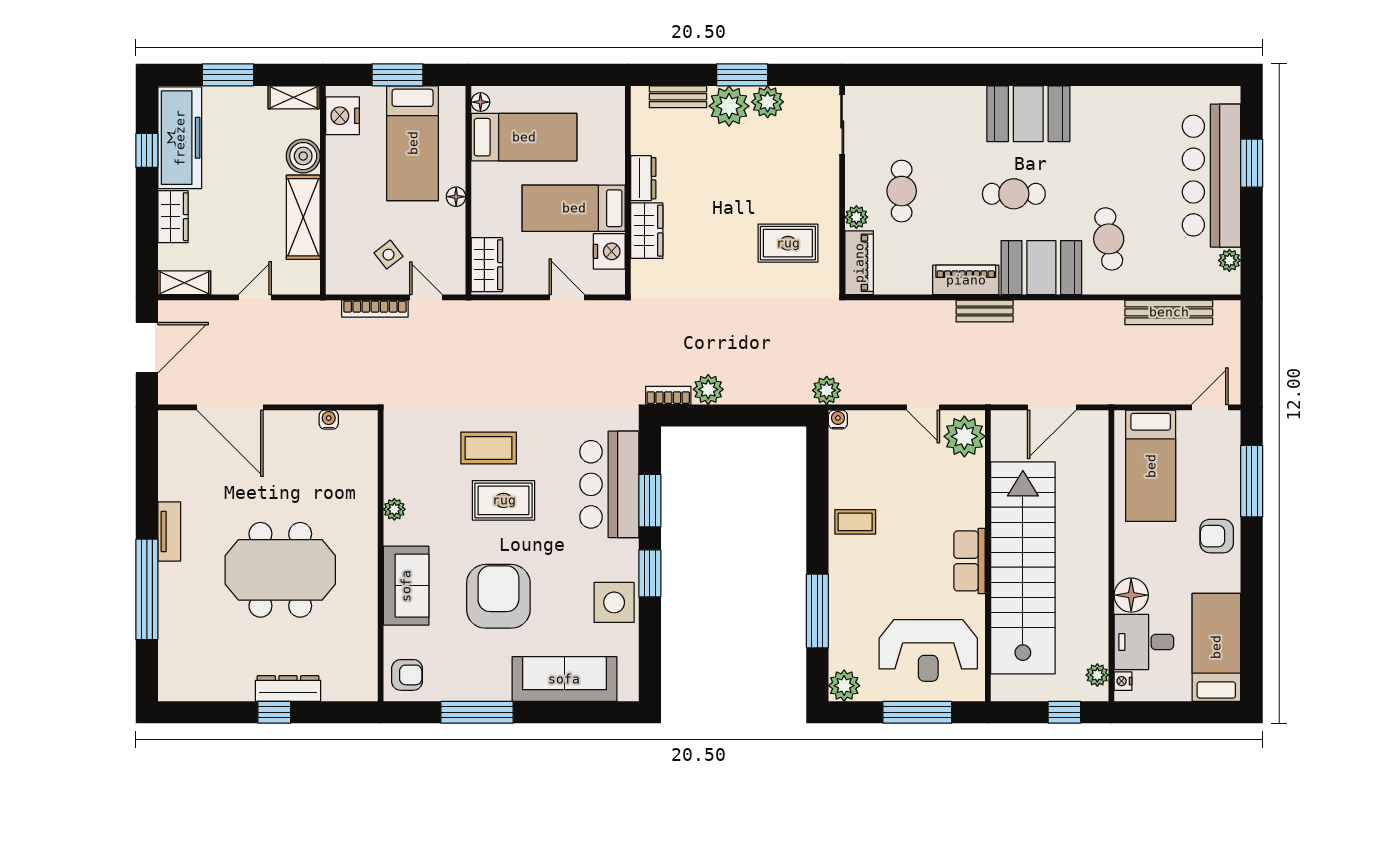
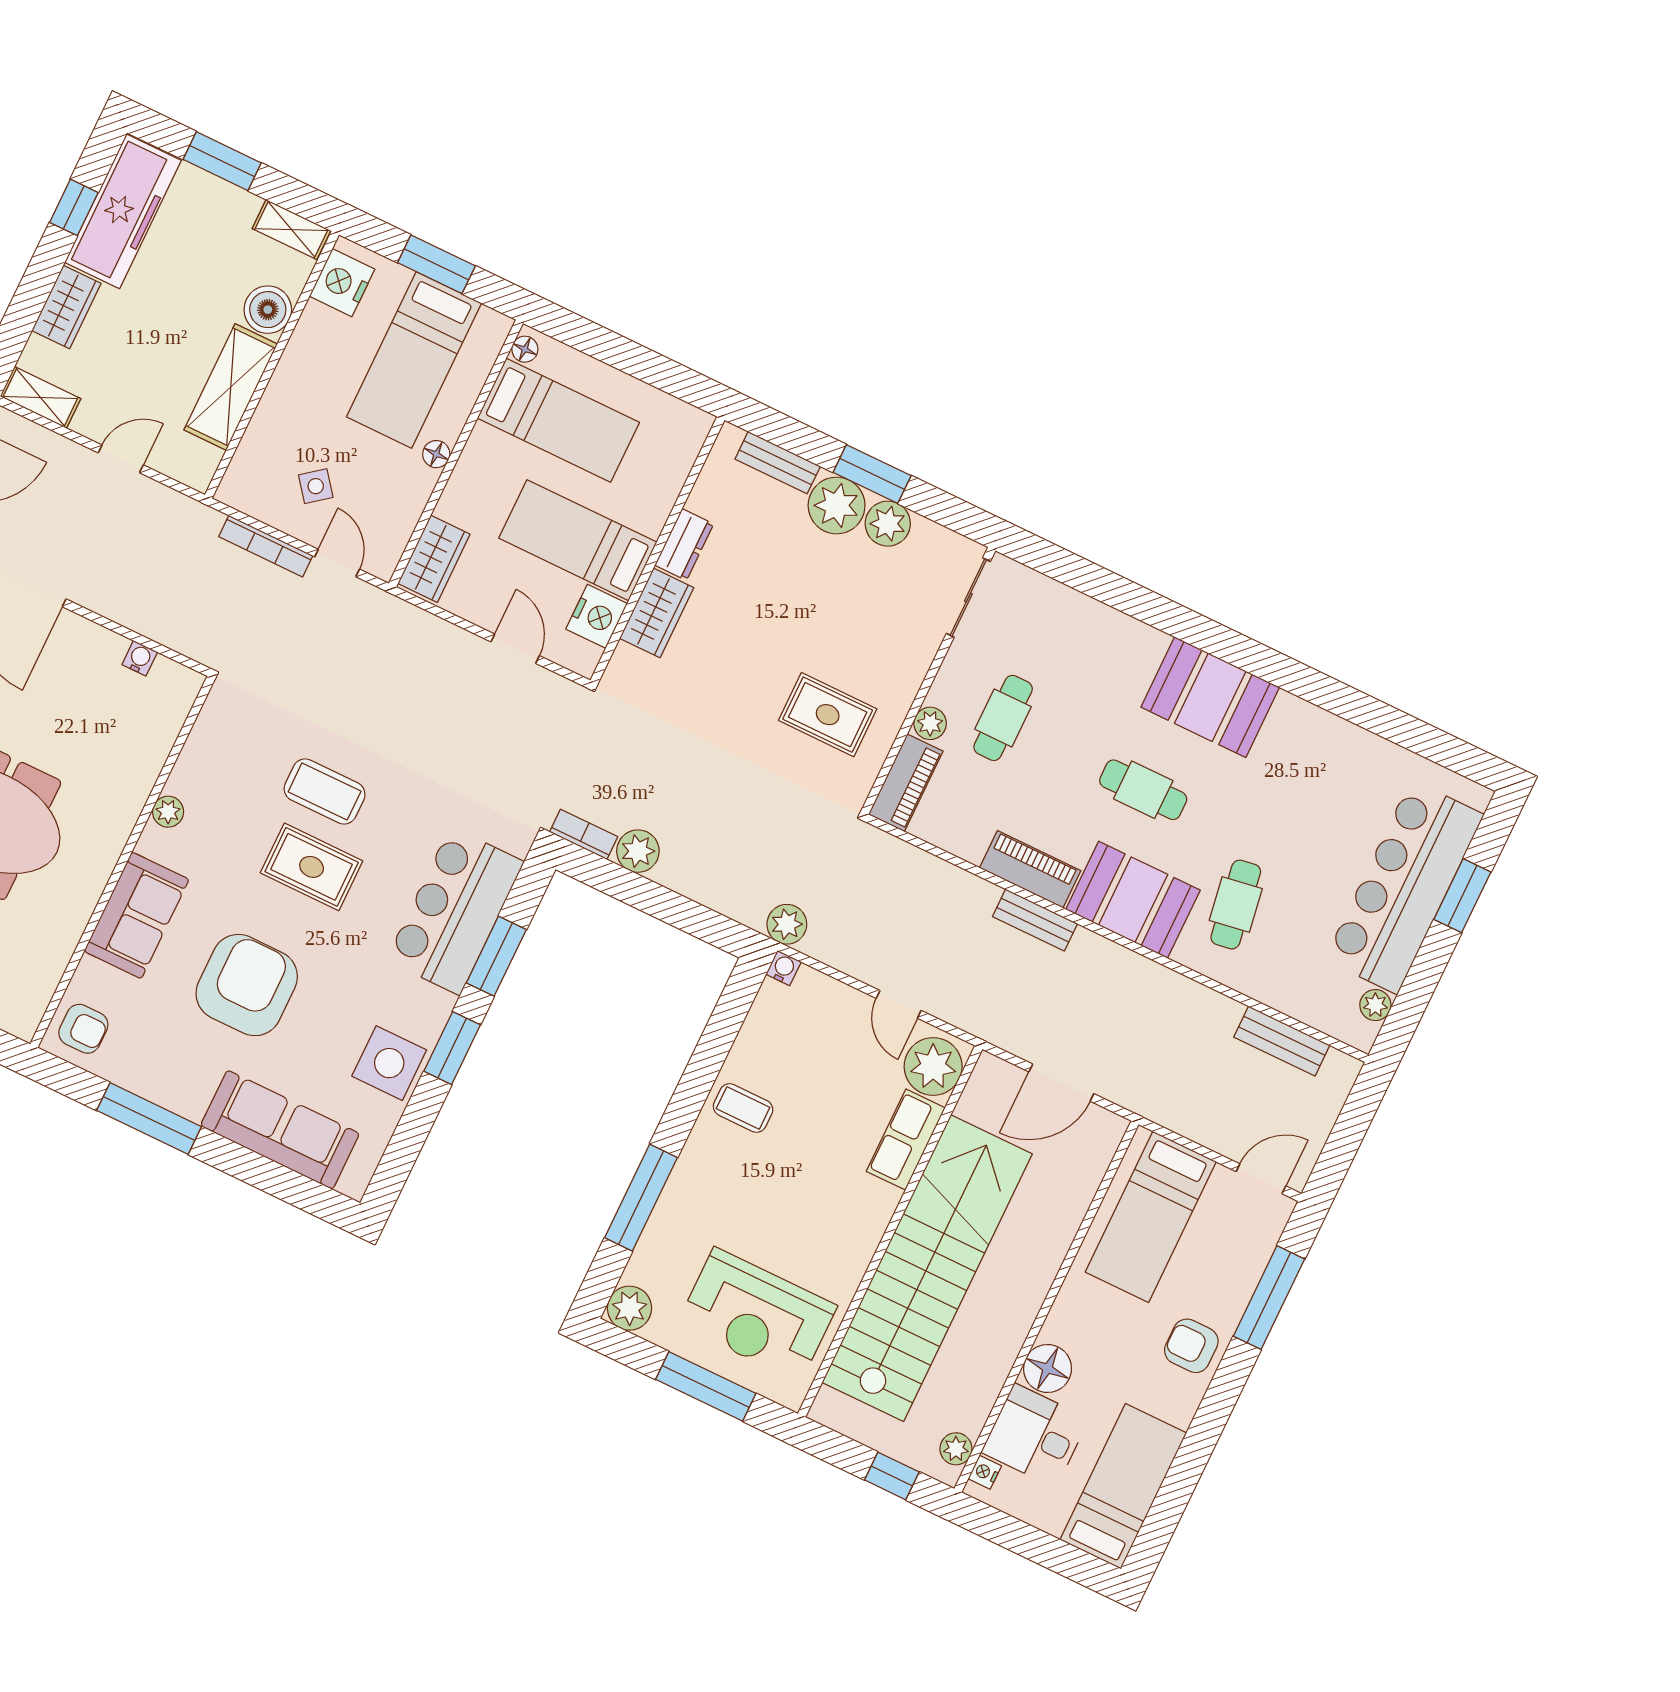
bench: (1169, 312) -> (1282, 1041), width x0.73
row of seats: (969, 561) -> (906, 1140), moved

